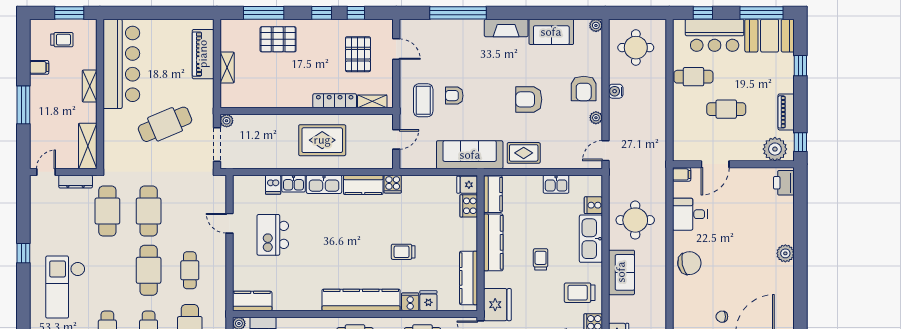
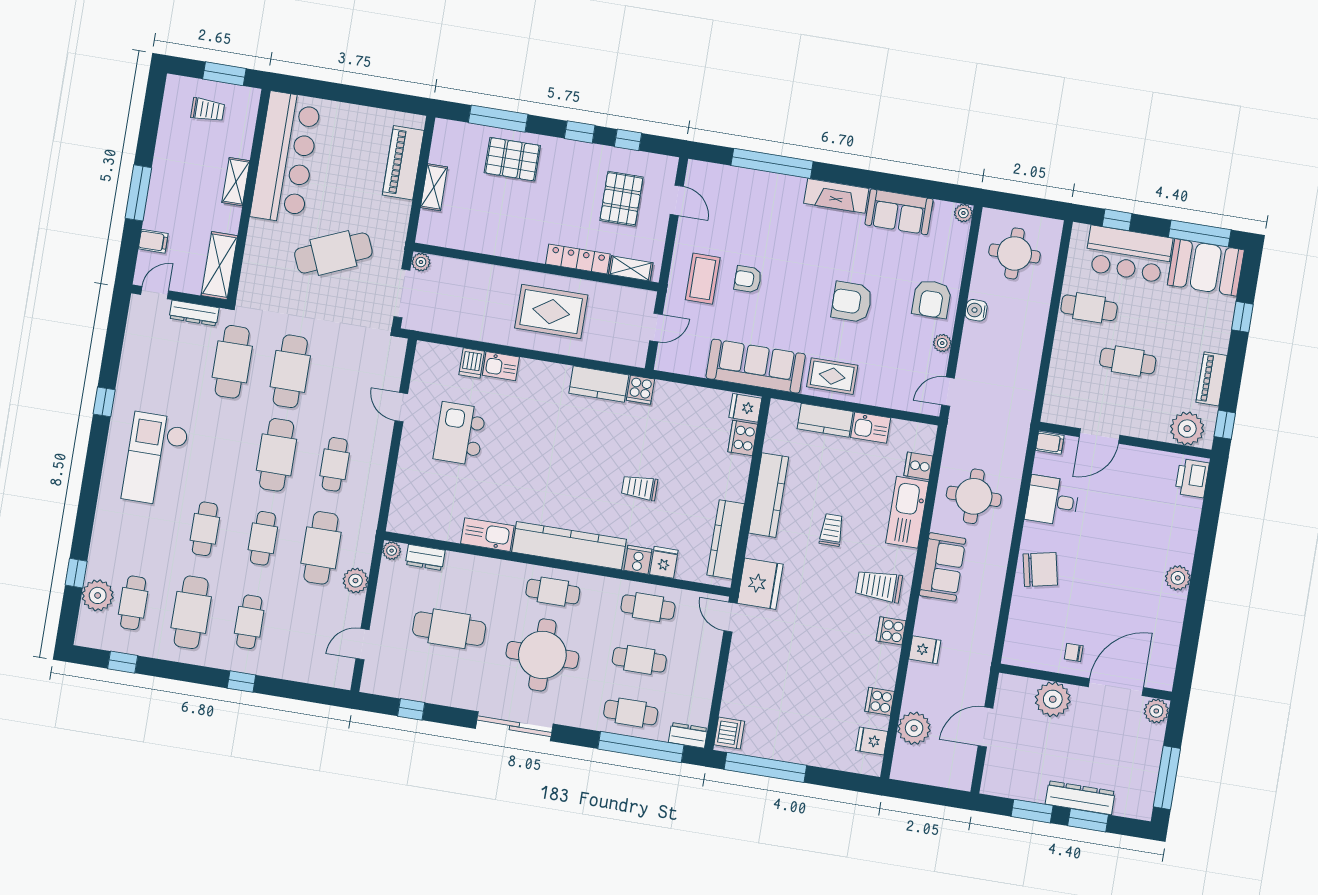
filing cabinet: (39, 67) -> (153, 241), moved
kitchen sink: (324, 184) -> (487, 535), moved, turned 180
kitchen counter: (493, 194) -> (825, 420), moved, turned 90
kitchen counter: (252, 301) -> (415, 522), removed

